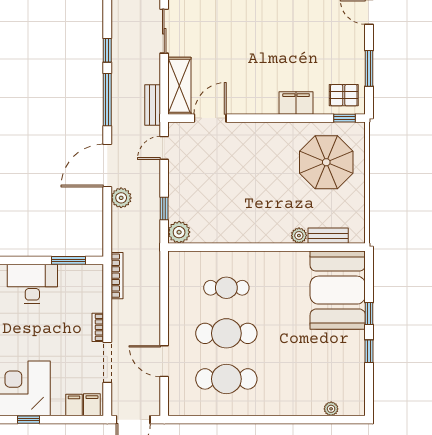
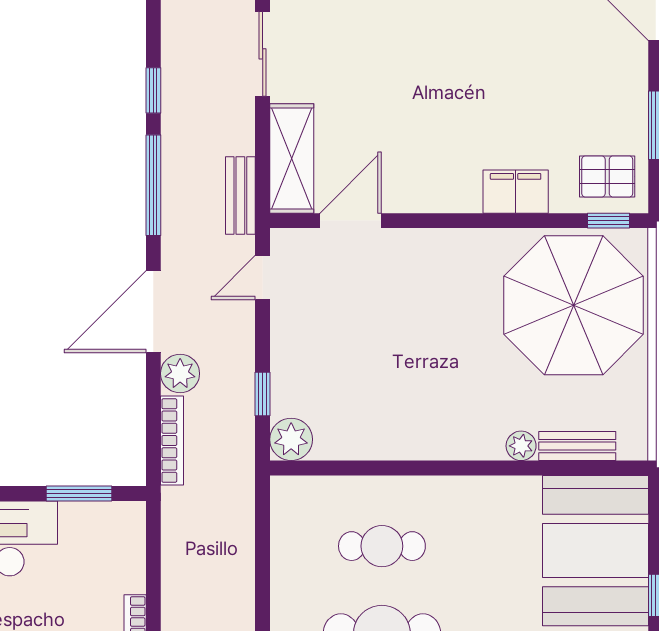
parasol: (326, 162) -> (574, 305), width x1.36, depth x1.36
bookcase: (117, 276) -> (172, 441), moved

